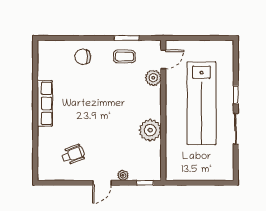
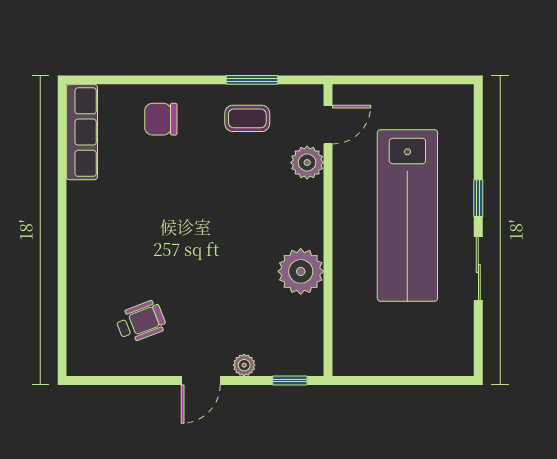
row of seats: (45, 103) -> (82, 132), moved

